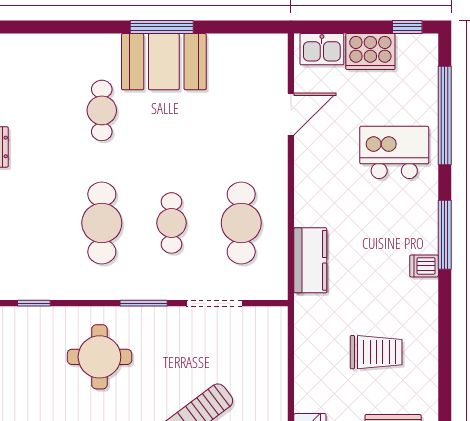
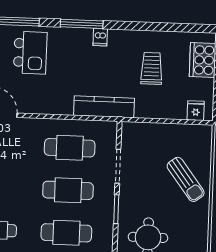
kitchen island: (394, 152) -> (30, 53), turned 180
cafe table: (171, 223) -> (68, 190), width x1.37, depth x1.35
kitchen counter: (310, 260) -> (104, 107), width x1.50

